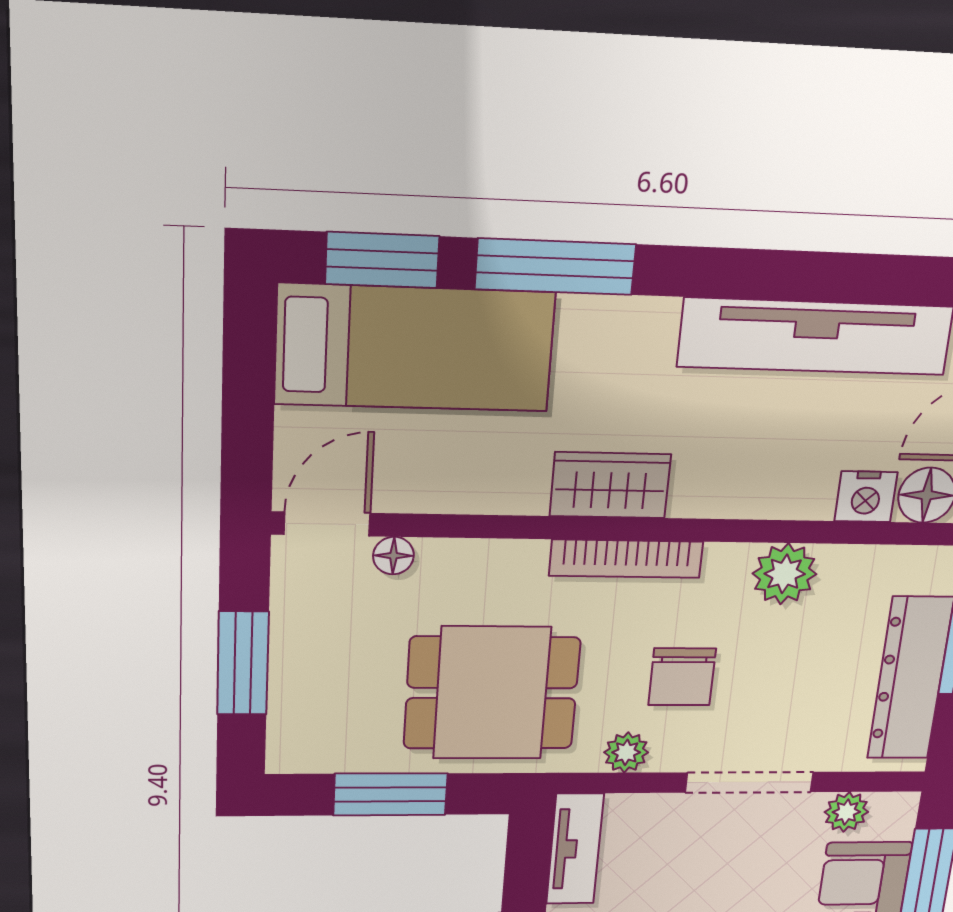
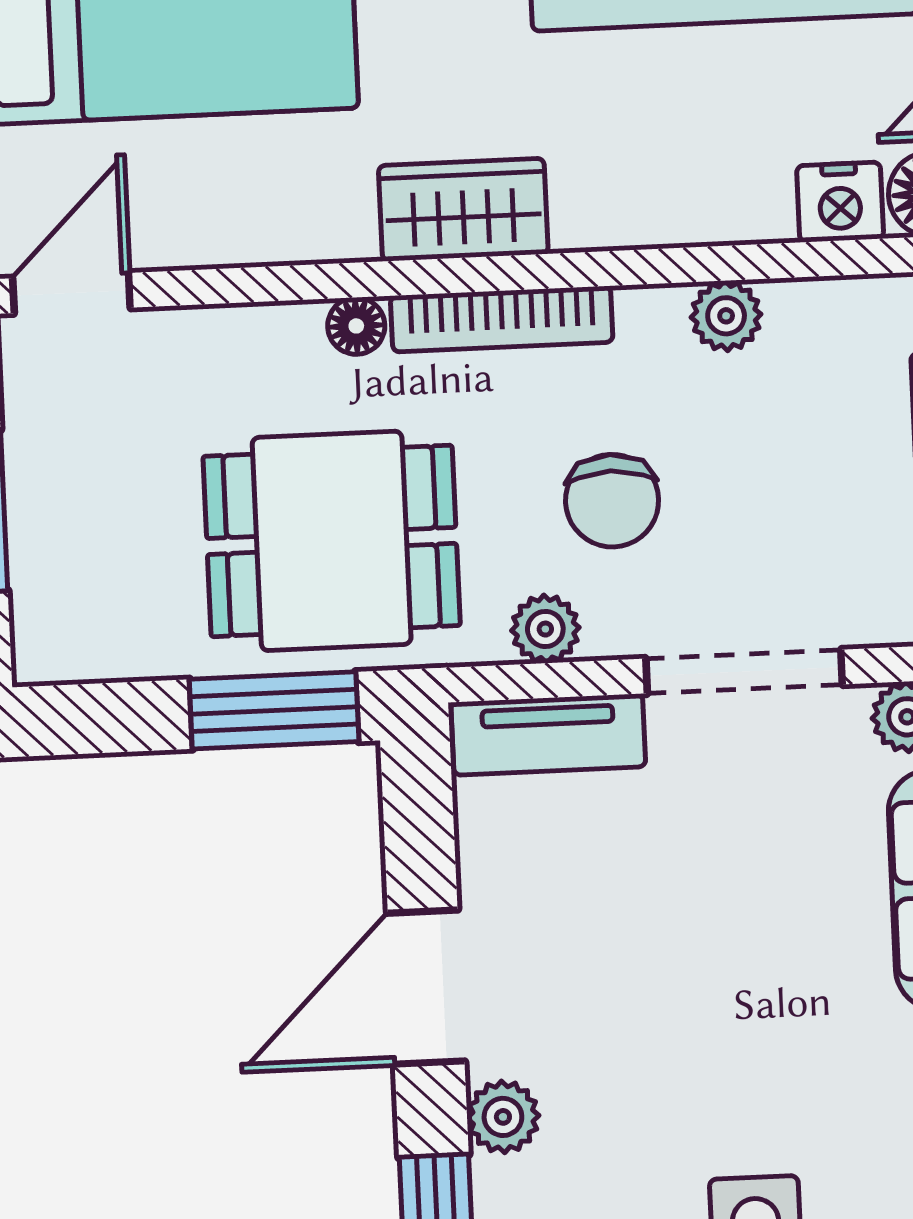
floor lamp: (393, 556) -> (356, 326), moved
plant: (785, 574) -> (726, 316), width x0.73, depth x0.73
window: (390, 794) -> (274, 710), moved
tv unit: (575, 849) -> (548, 735), moved, turned 90

